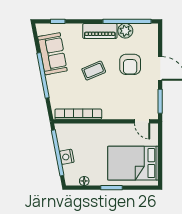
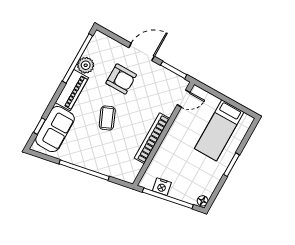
sofa: (52, 54) -> (55, 129), moved, turned 101
bookcase: (78, 114) -> (152, 138), moved
nightstand: (67, 157) -> (162, 187), moved
bed: (133, 163) -> (219, 130), width x0.67
floor lamp: (84, 181) -> (203, 201), moved

